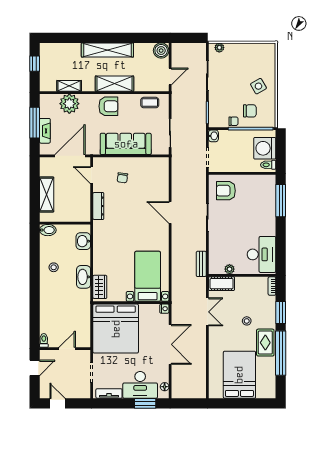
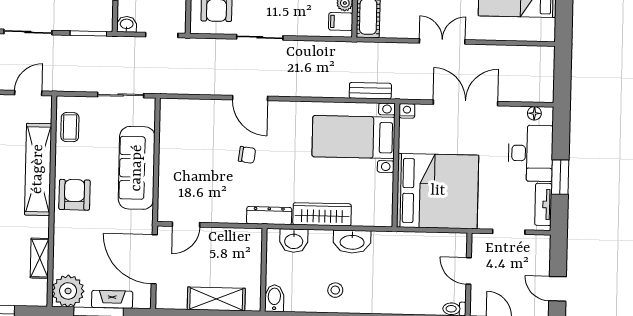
door: (170, 77) -> (28, 93), hinge flipped
shelving: (114, 84) -> (38, 169), width x1.47
plant: (69, 104) -> (68, 291), moved
chair: (122, 178) -> (247, 155), moved
dresser: (98, 206) -> (269, 216), moved
door: (170, 212) -> (250, 98), hinge flipped
bench: (201, 264) -> (370, 91), moved
filing cabinet: (218, 267) -> (341, 22), added
wardrobe: (100, 287) -> (322, 214), moved, width x1.50
double door: (207, 312) -> (442, 41), moved
door: (58, 403) -> (558, 289), hinge flipped
window: (145, 403) -> (560, 177), moved

